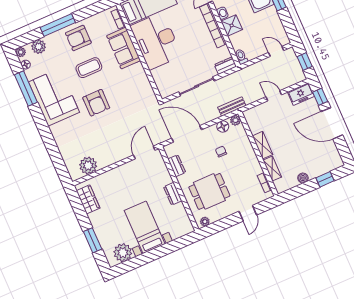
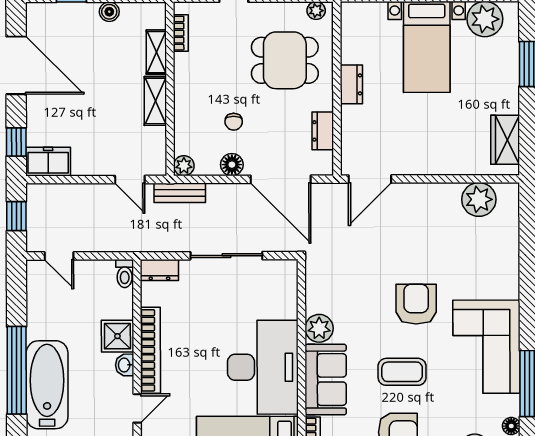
plant: (137, 71) -> (319, 328), added
door: (274, 96) -> (130, 180), moved
door: (332, 123) -> (16, 65), moved
floor lamp: (223, 126) -> (232, 165), moved

